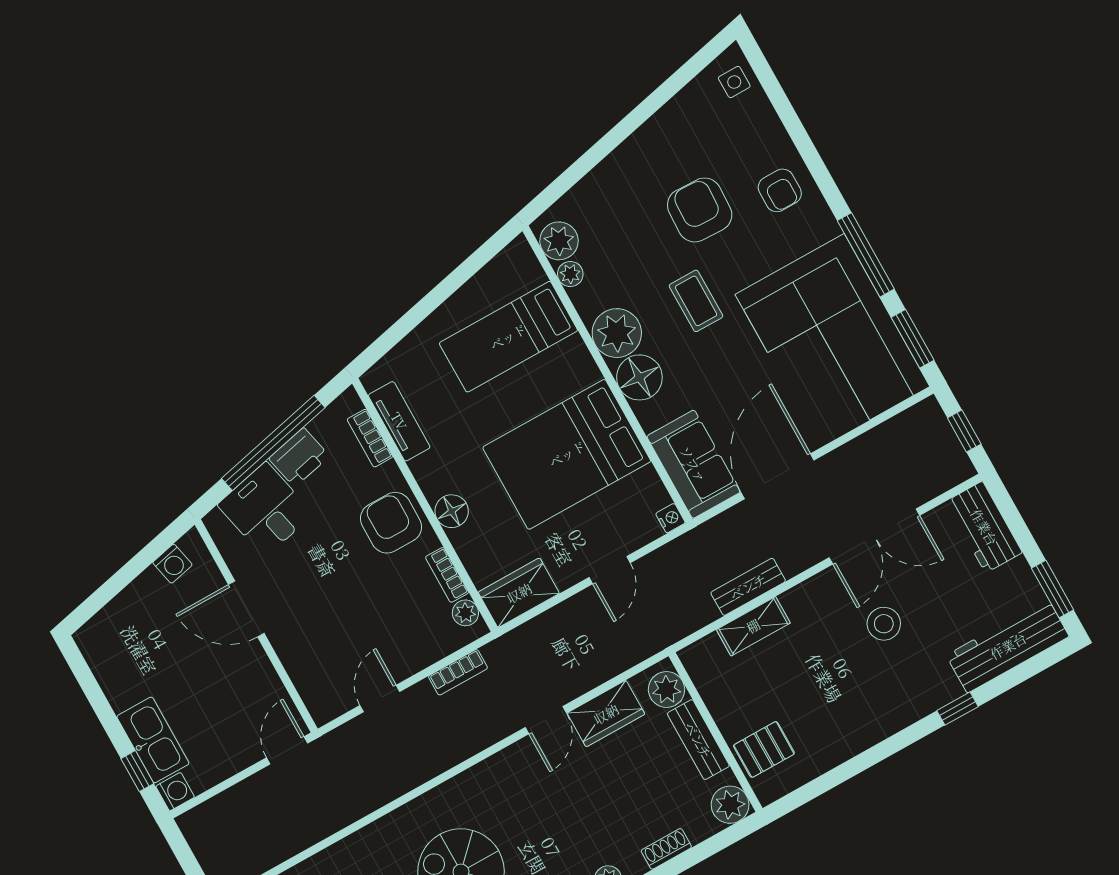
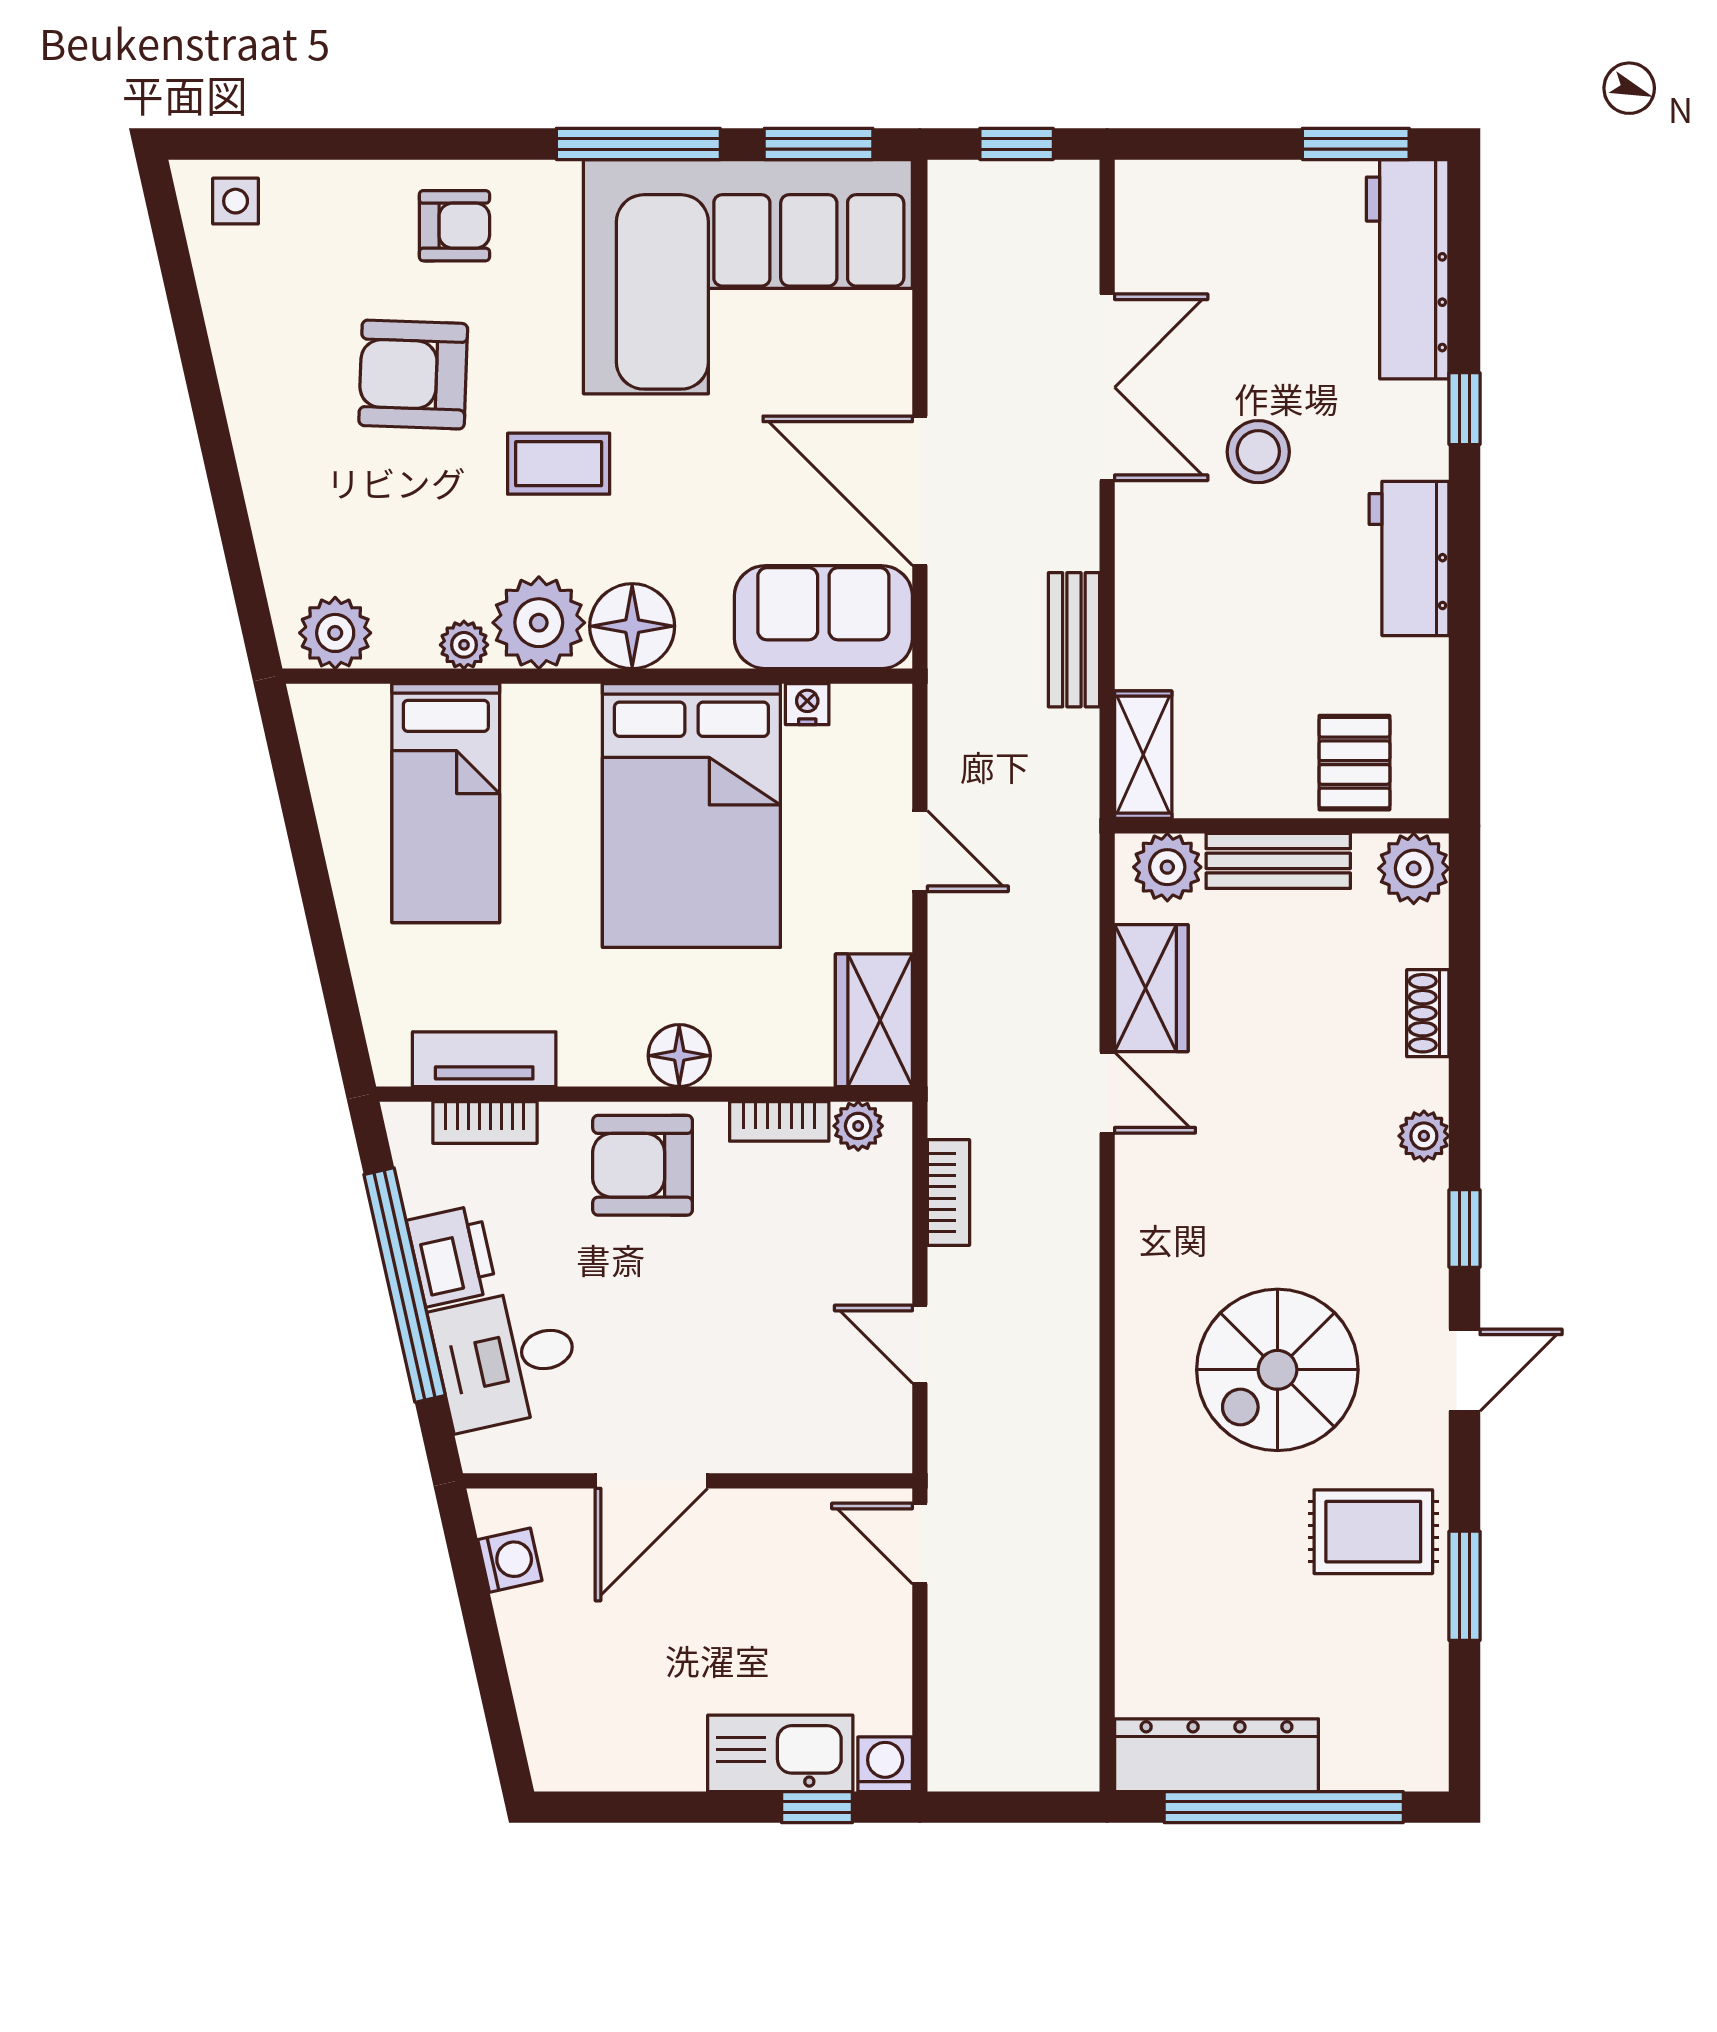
plant: (570, 274) -> (464, 645), moved
nightstand: (670, 518) -> (807, 704), moved
workbench: (984, 527) -> (1409, 558), moved, turned 90
shelving: (753, 626) -> (1143, 755), moved

